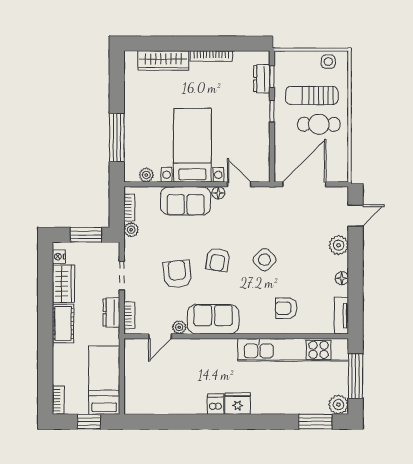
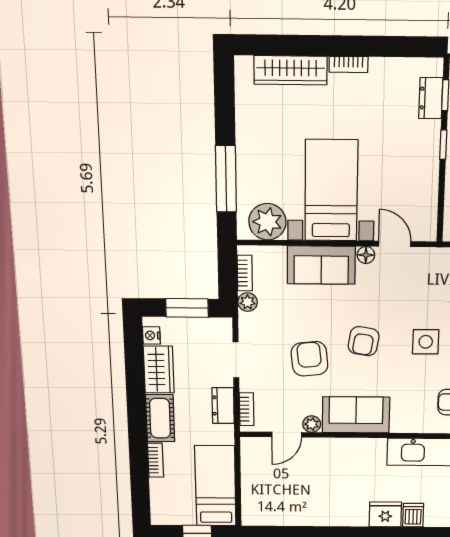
bookcase: (211, 56) -> (348, 64), width x0.64
plant: (146, 175) -> (267, 222), width x1.88, depth x1.88
side table: (264, 260) -> (426, 342), turned 45
bookcase: (58, 400) -> (155, 460), moved
dishwasher: (216, 404) -> (413, 515), moved

